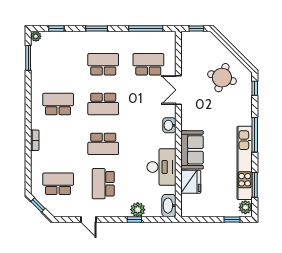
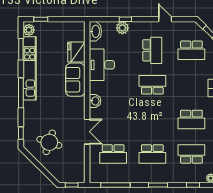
school desk: (103, 104) -> (191, 154), moved

